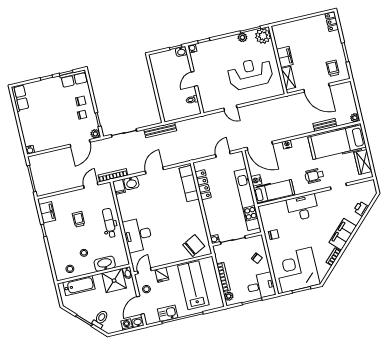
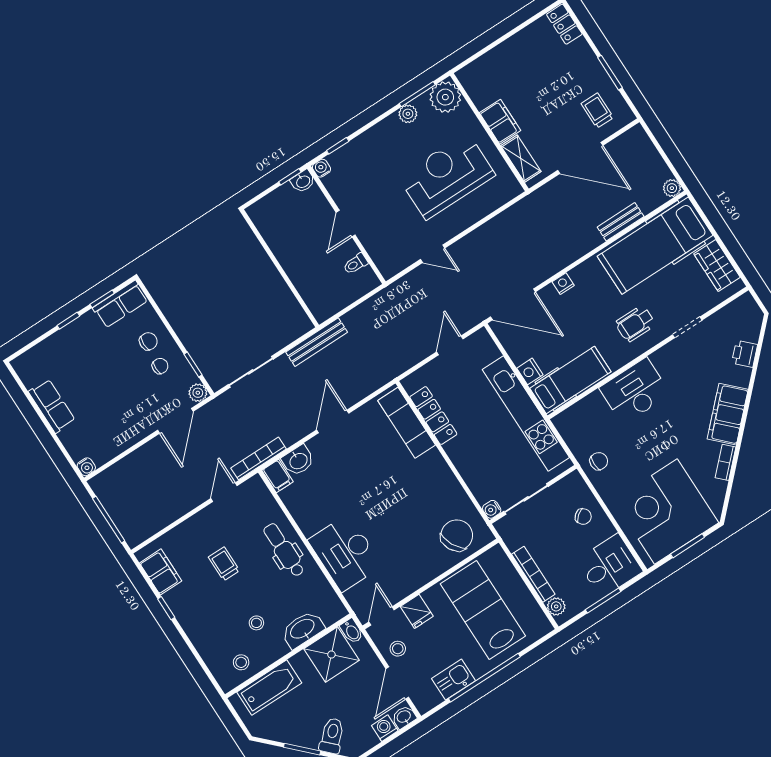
row of seats: (20, 98) -> (52, 406), moved

